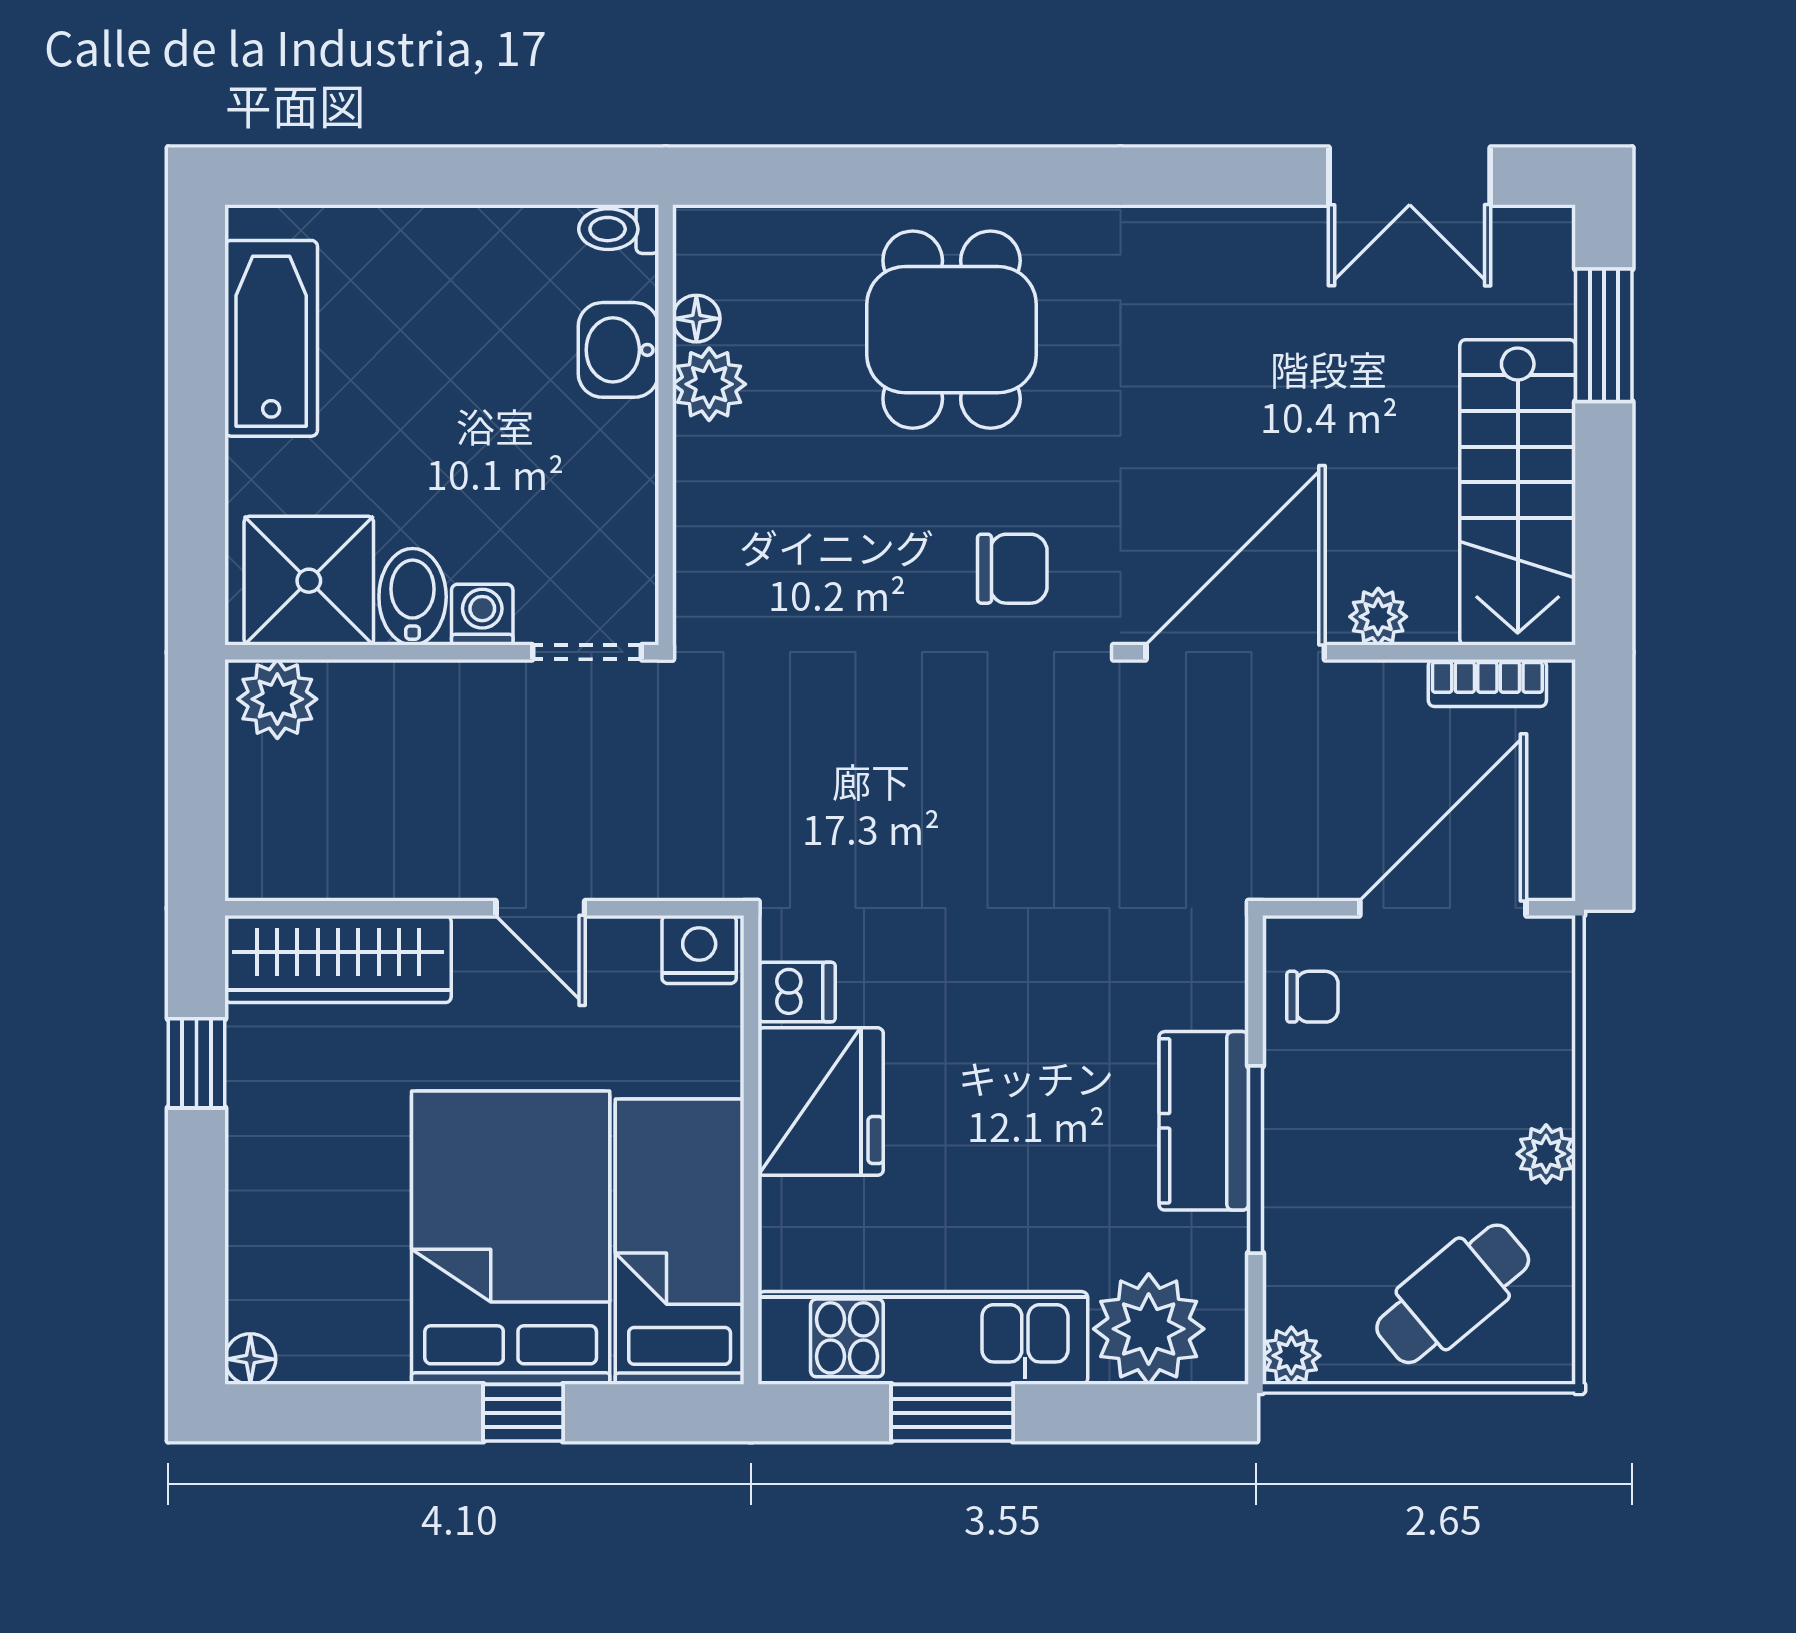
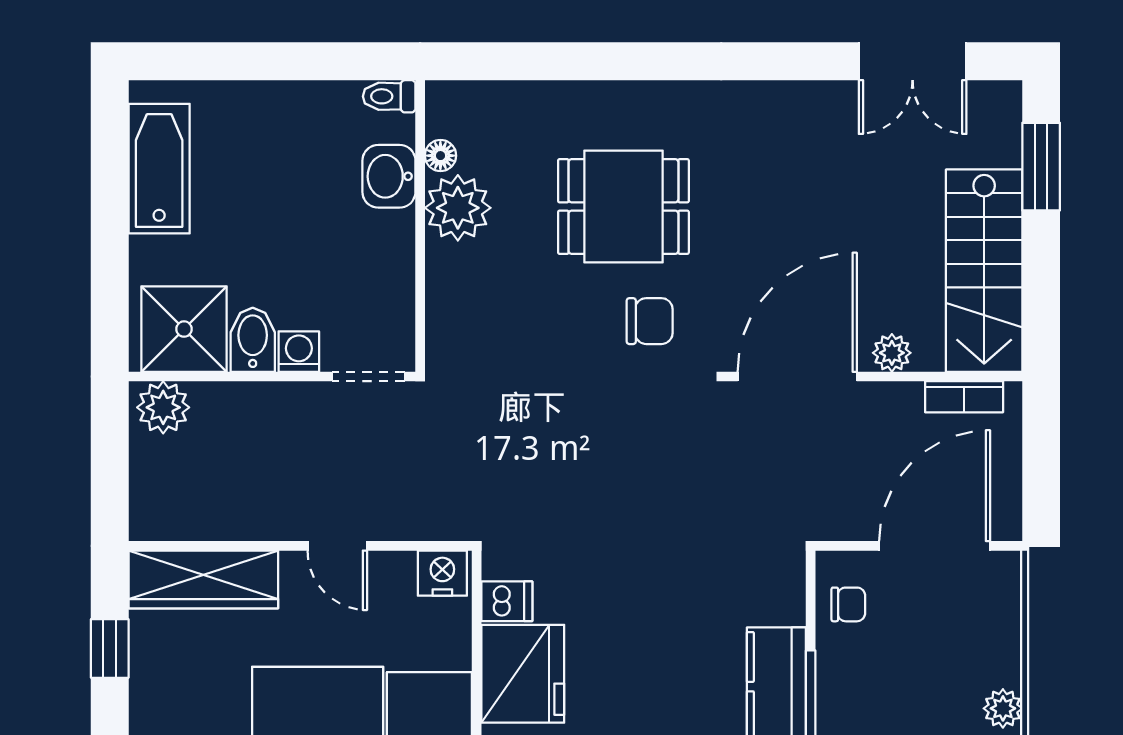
dining table: (952, 330) -> (623, 207), moved, turned 90
plant: (709, 384) -> (458, 208), width x1.36, depth x1.36

